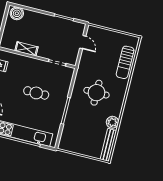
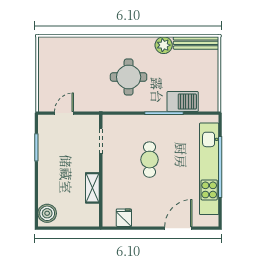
sun lounger: (125, 62) -> (77, 48), removed
barbecue: (70, 126) -> (183, 102), added

